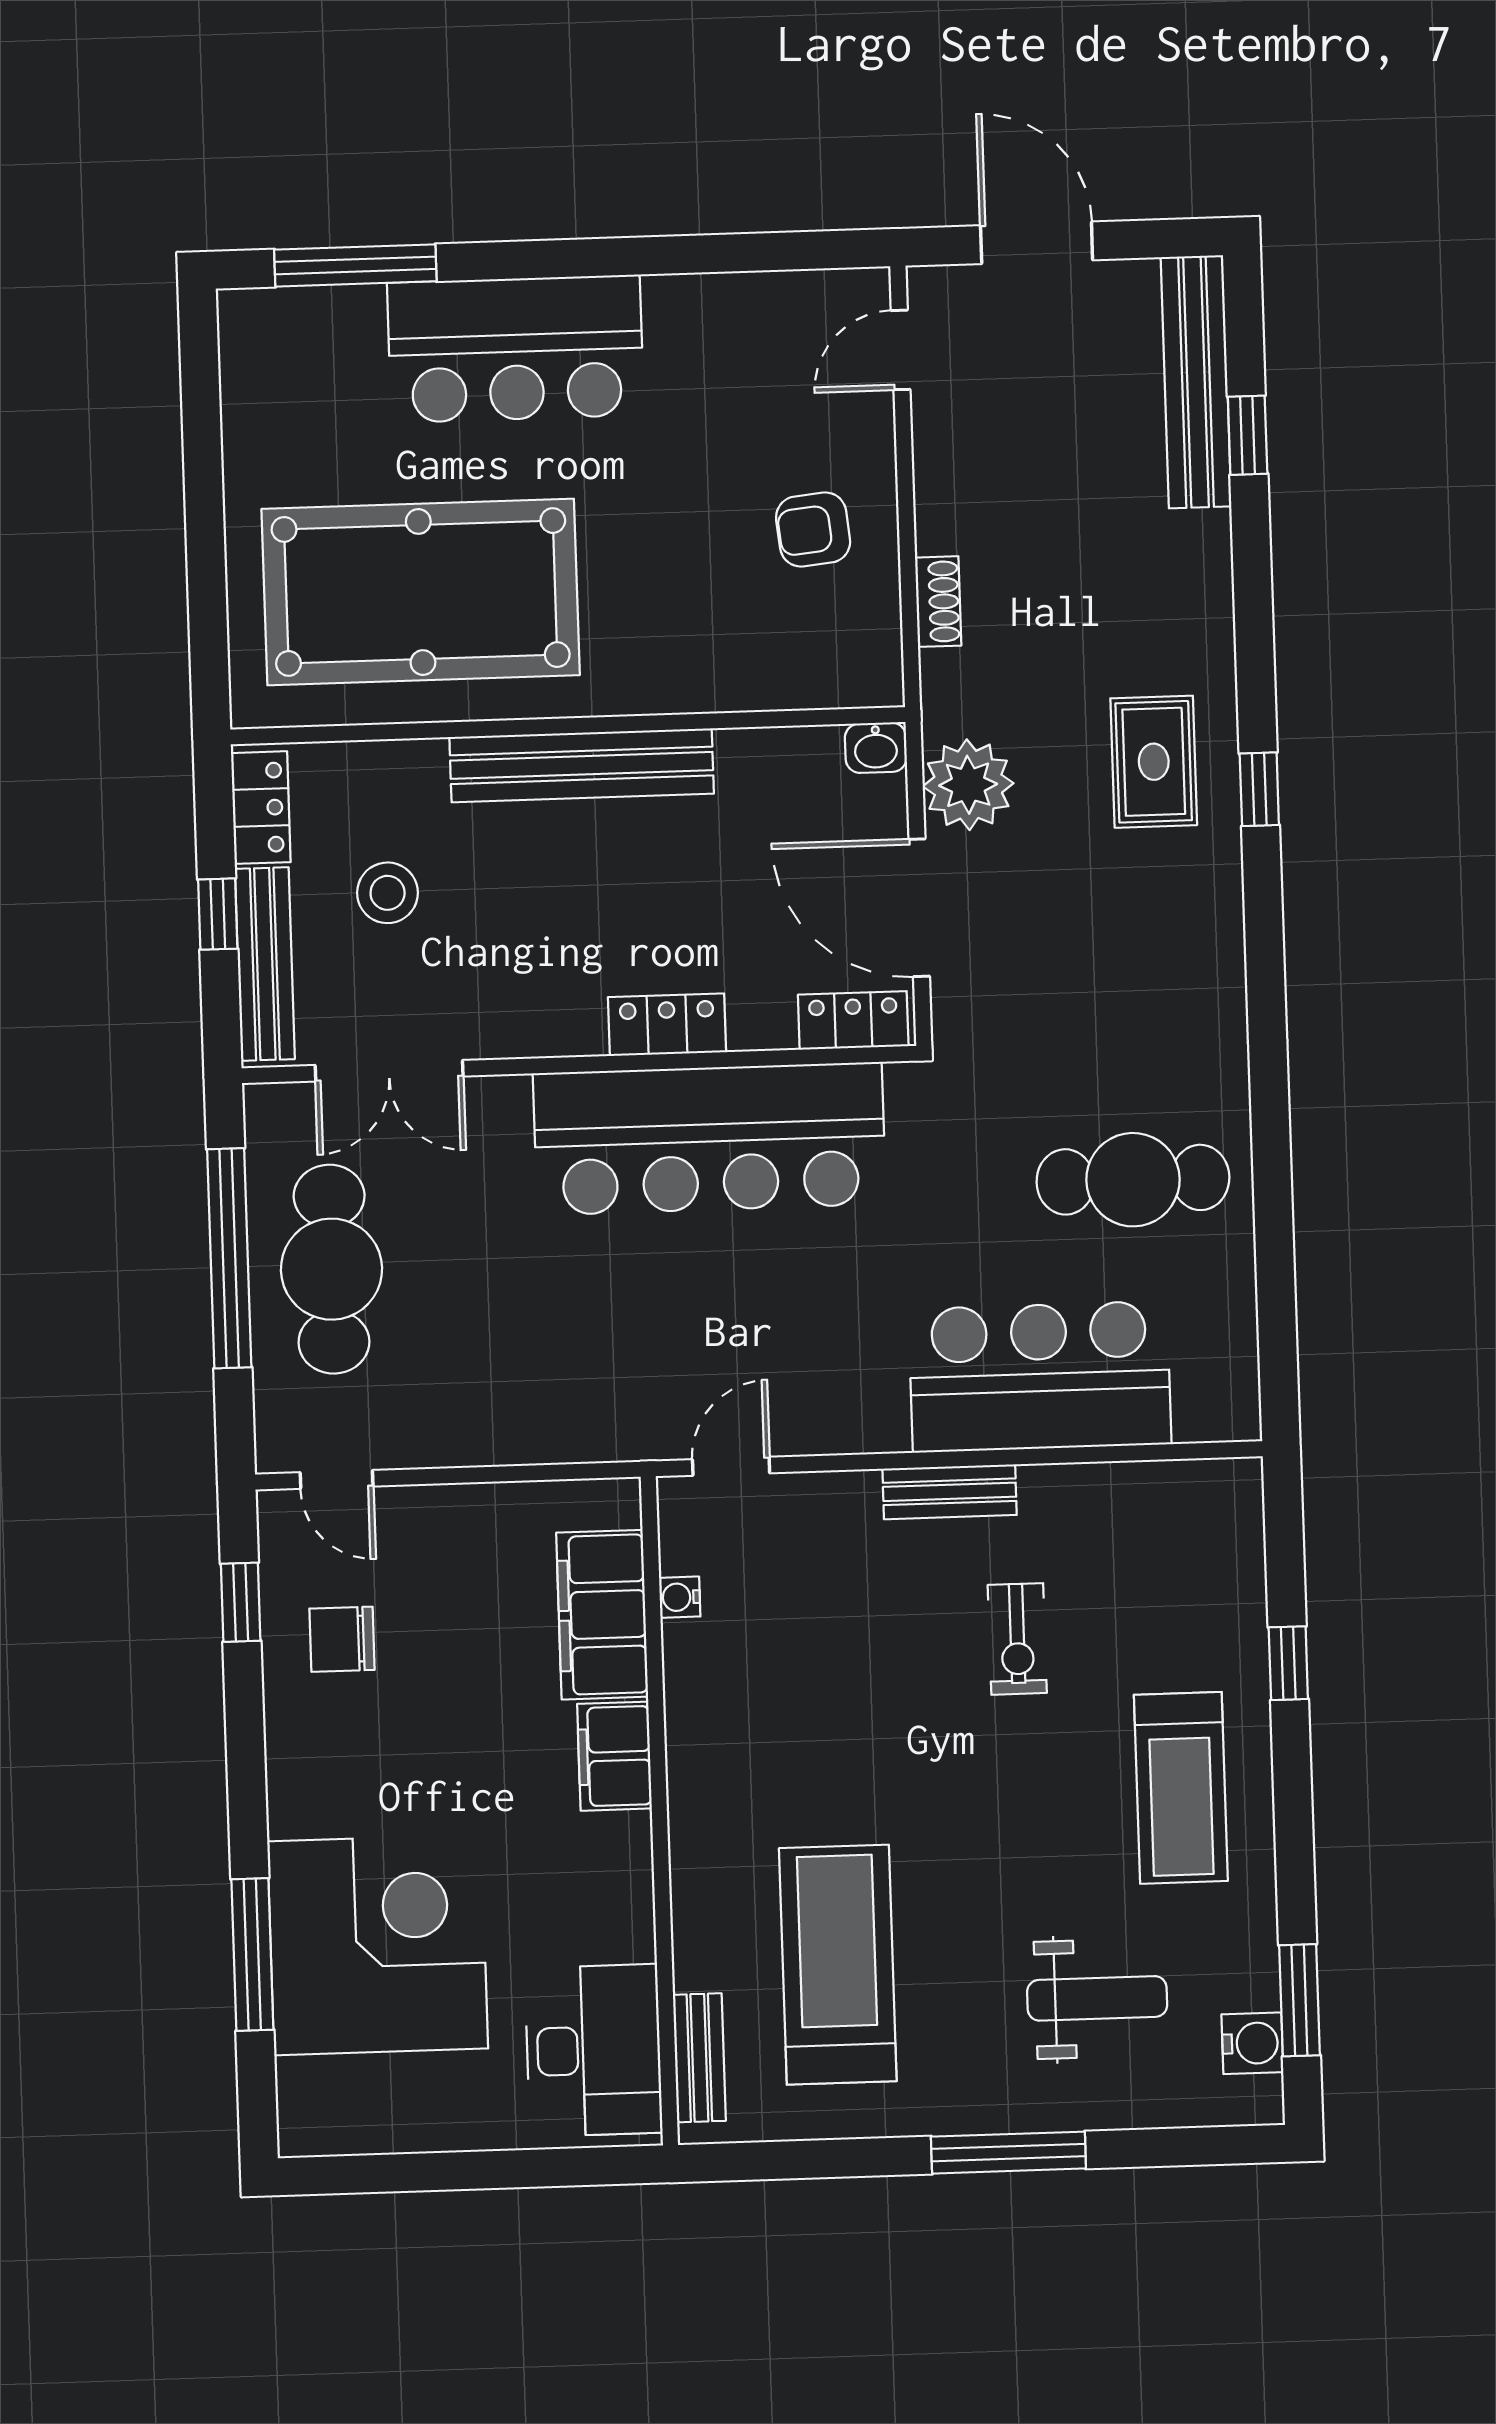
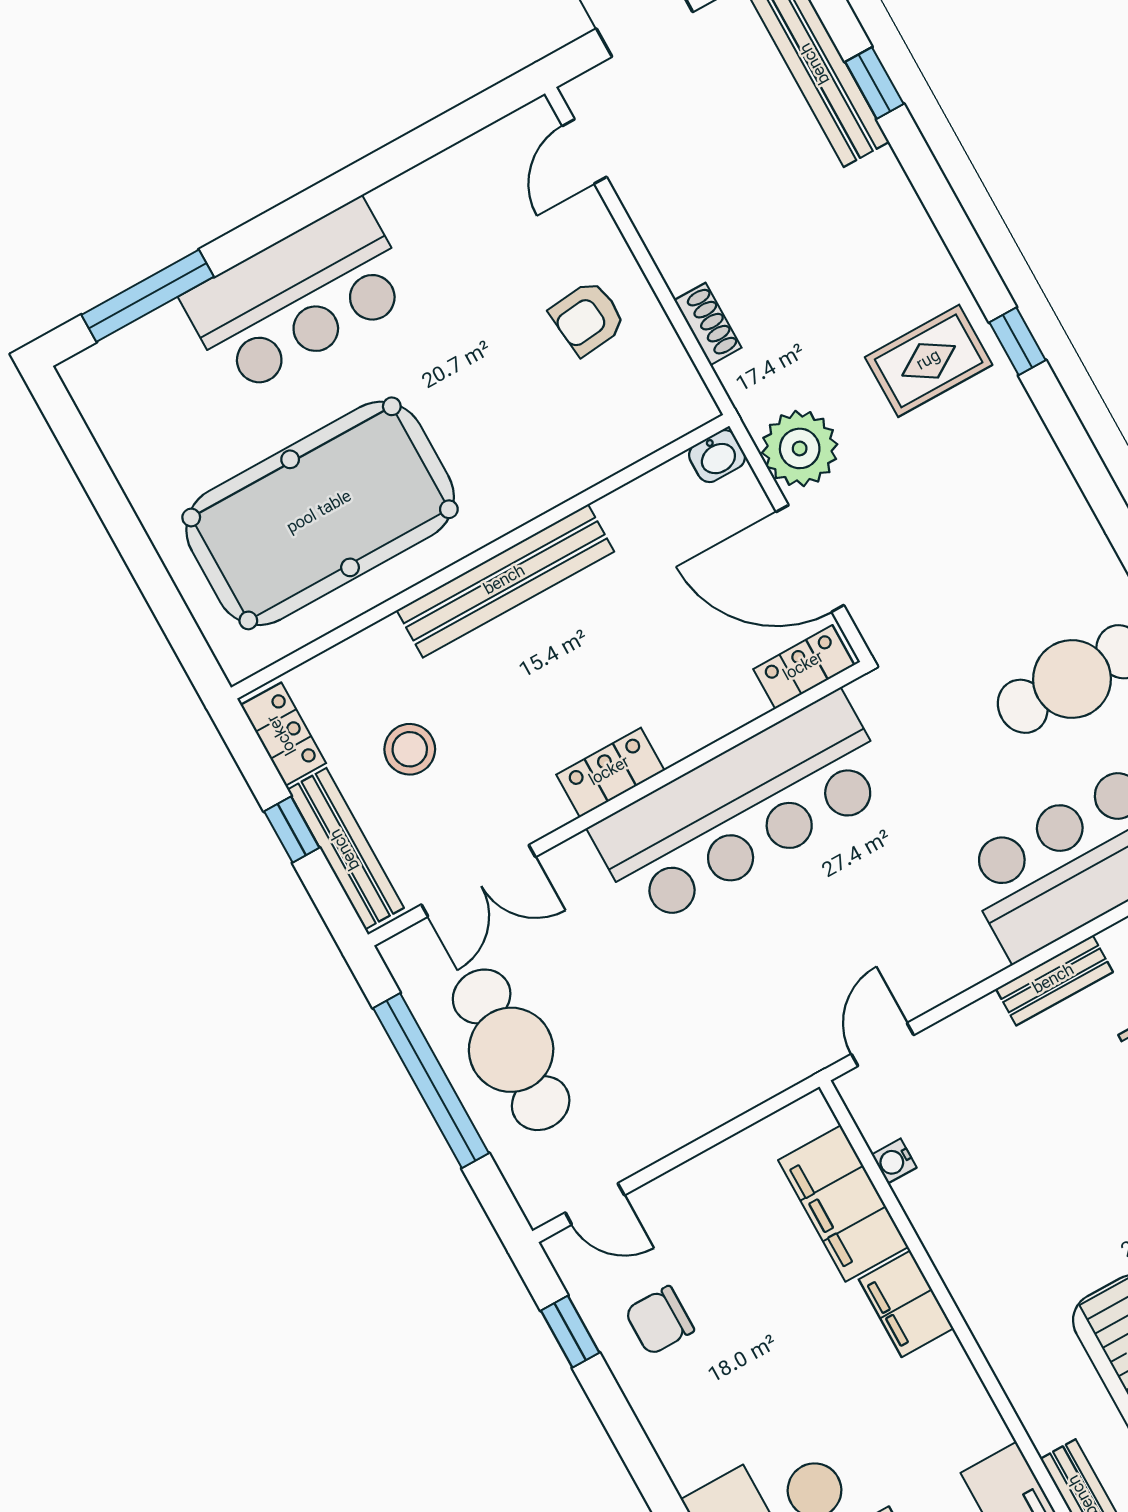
rug: (1154, 762) -> (929, 361), turned 90
locker: (667, 1025) -> (610, 772), moved

